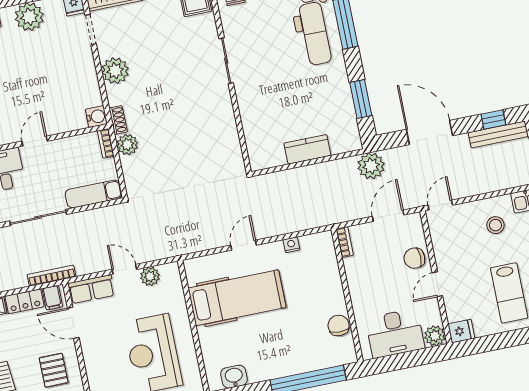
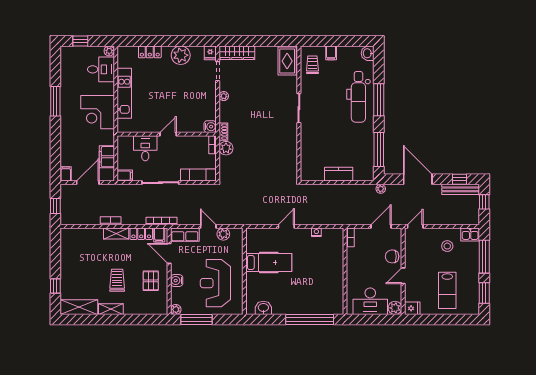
plant: (115, 71) -> (224, 96), width x0.53, depth x0.53
window: (361, 99) -> (379, 149), width x1.44
plant: (371, 166) -> (381, 189), width x0.53, depth x0.53
hospital bed: (237, 298) -> (269, 262), width x0.73, depth x0.78
chair: (339, 325) -> (336, 289), removed
water cooler: (93, 362) -> (177, 281), added

